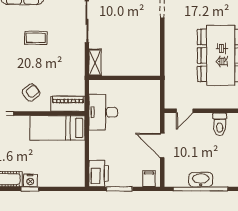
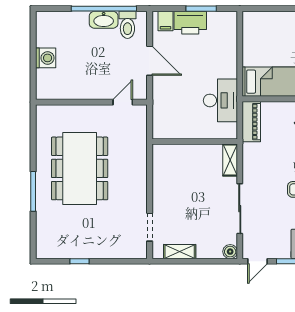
piano: (68, 104) -> (251, 122), moved, turned -90
toilet: (220, 124) -> (127, 25), moved, turned 180
printer: (99, 173) -> (190, 23), moved, turned -90

